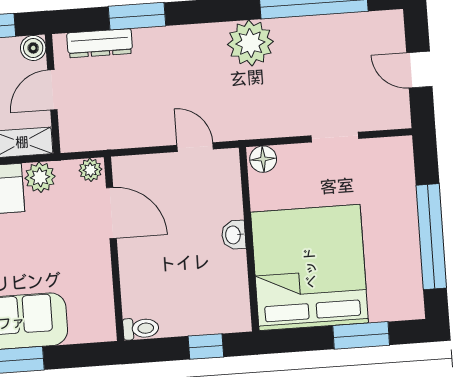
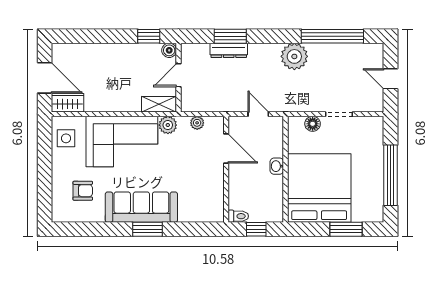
dresser: (100, 43) -> (229, 50), moved
floor lamp: (263, 159) -> (313, 124), moved
door: (111, 213) -> (226, 148), moved
wall: (114, 249) -> (226, 169), moved
toilet: (141, 329) -> (238, 216), moved

